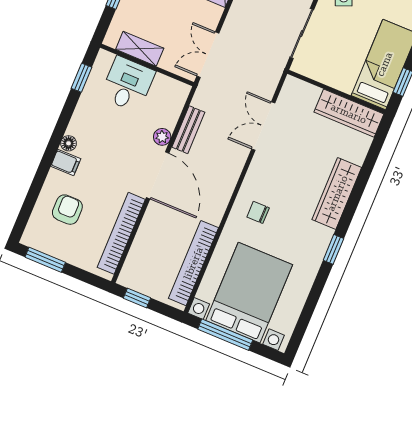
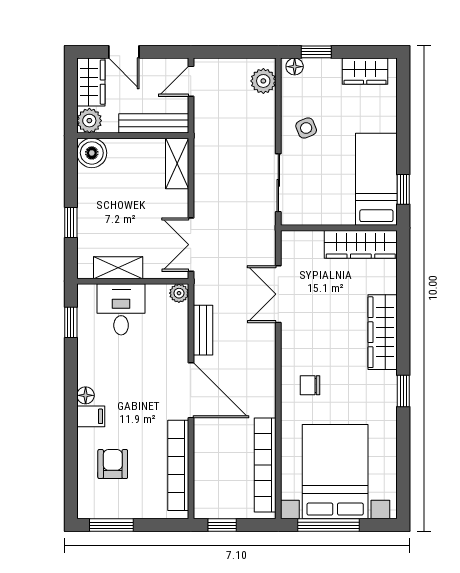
plant: (162, 137) -> (179, 293), moved

